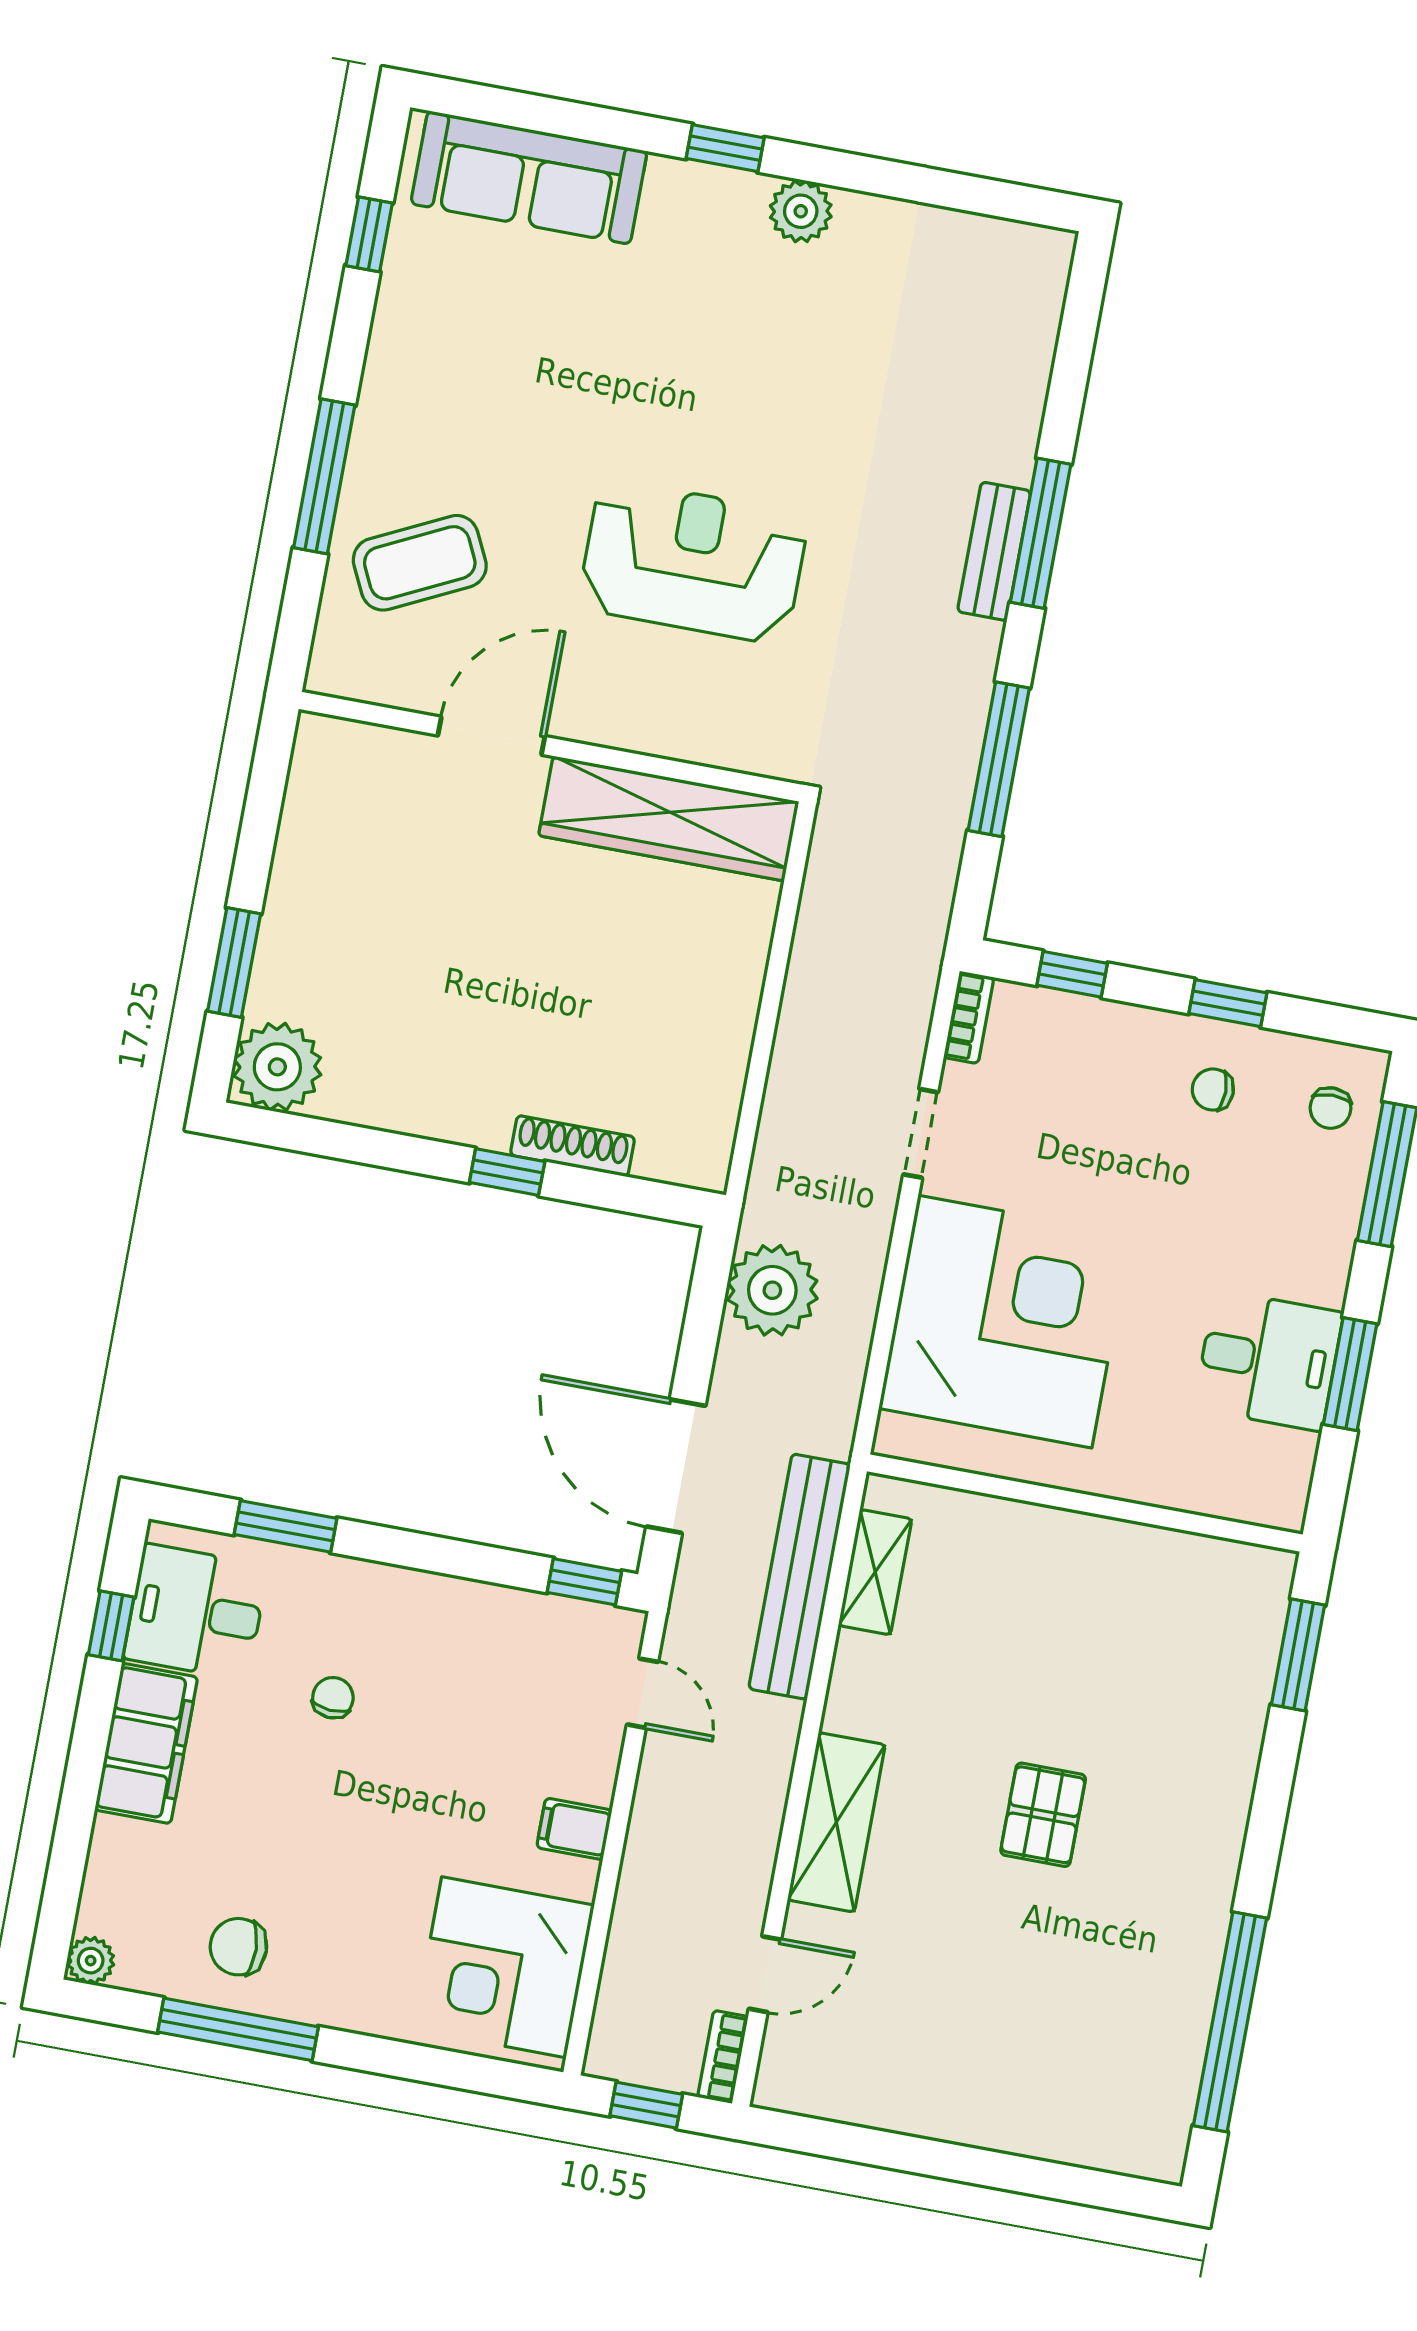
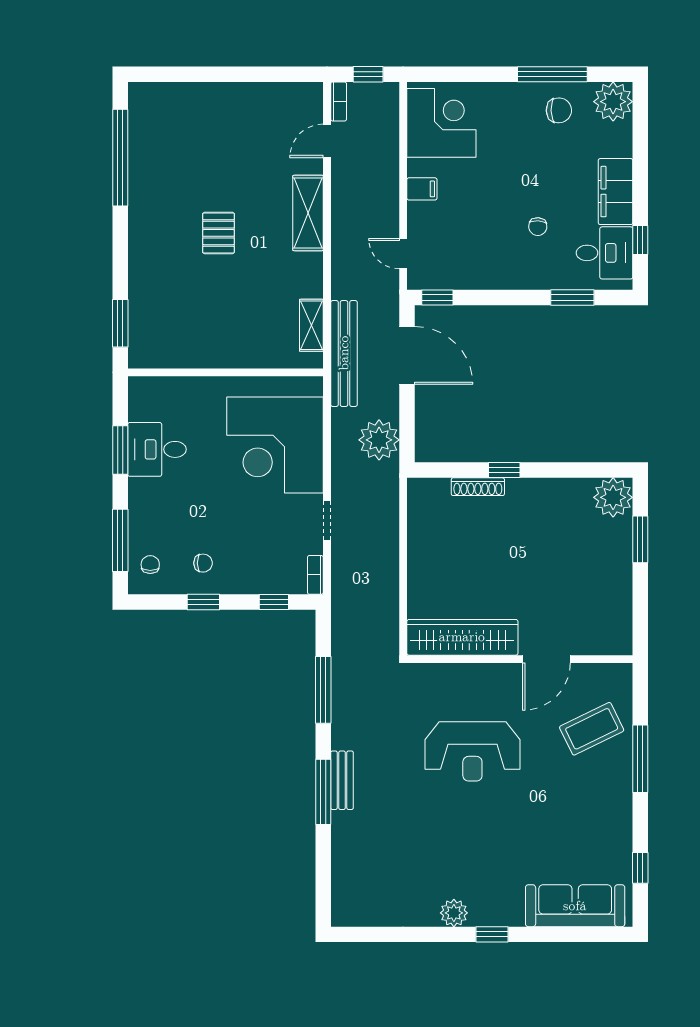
bench: (800, 1577) -> (344, 353), moved
plant: (91, 1961) -> (613, 102), width x1.87, depth x1.87

